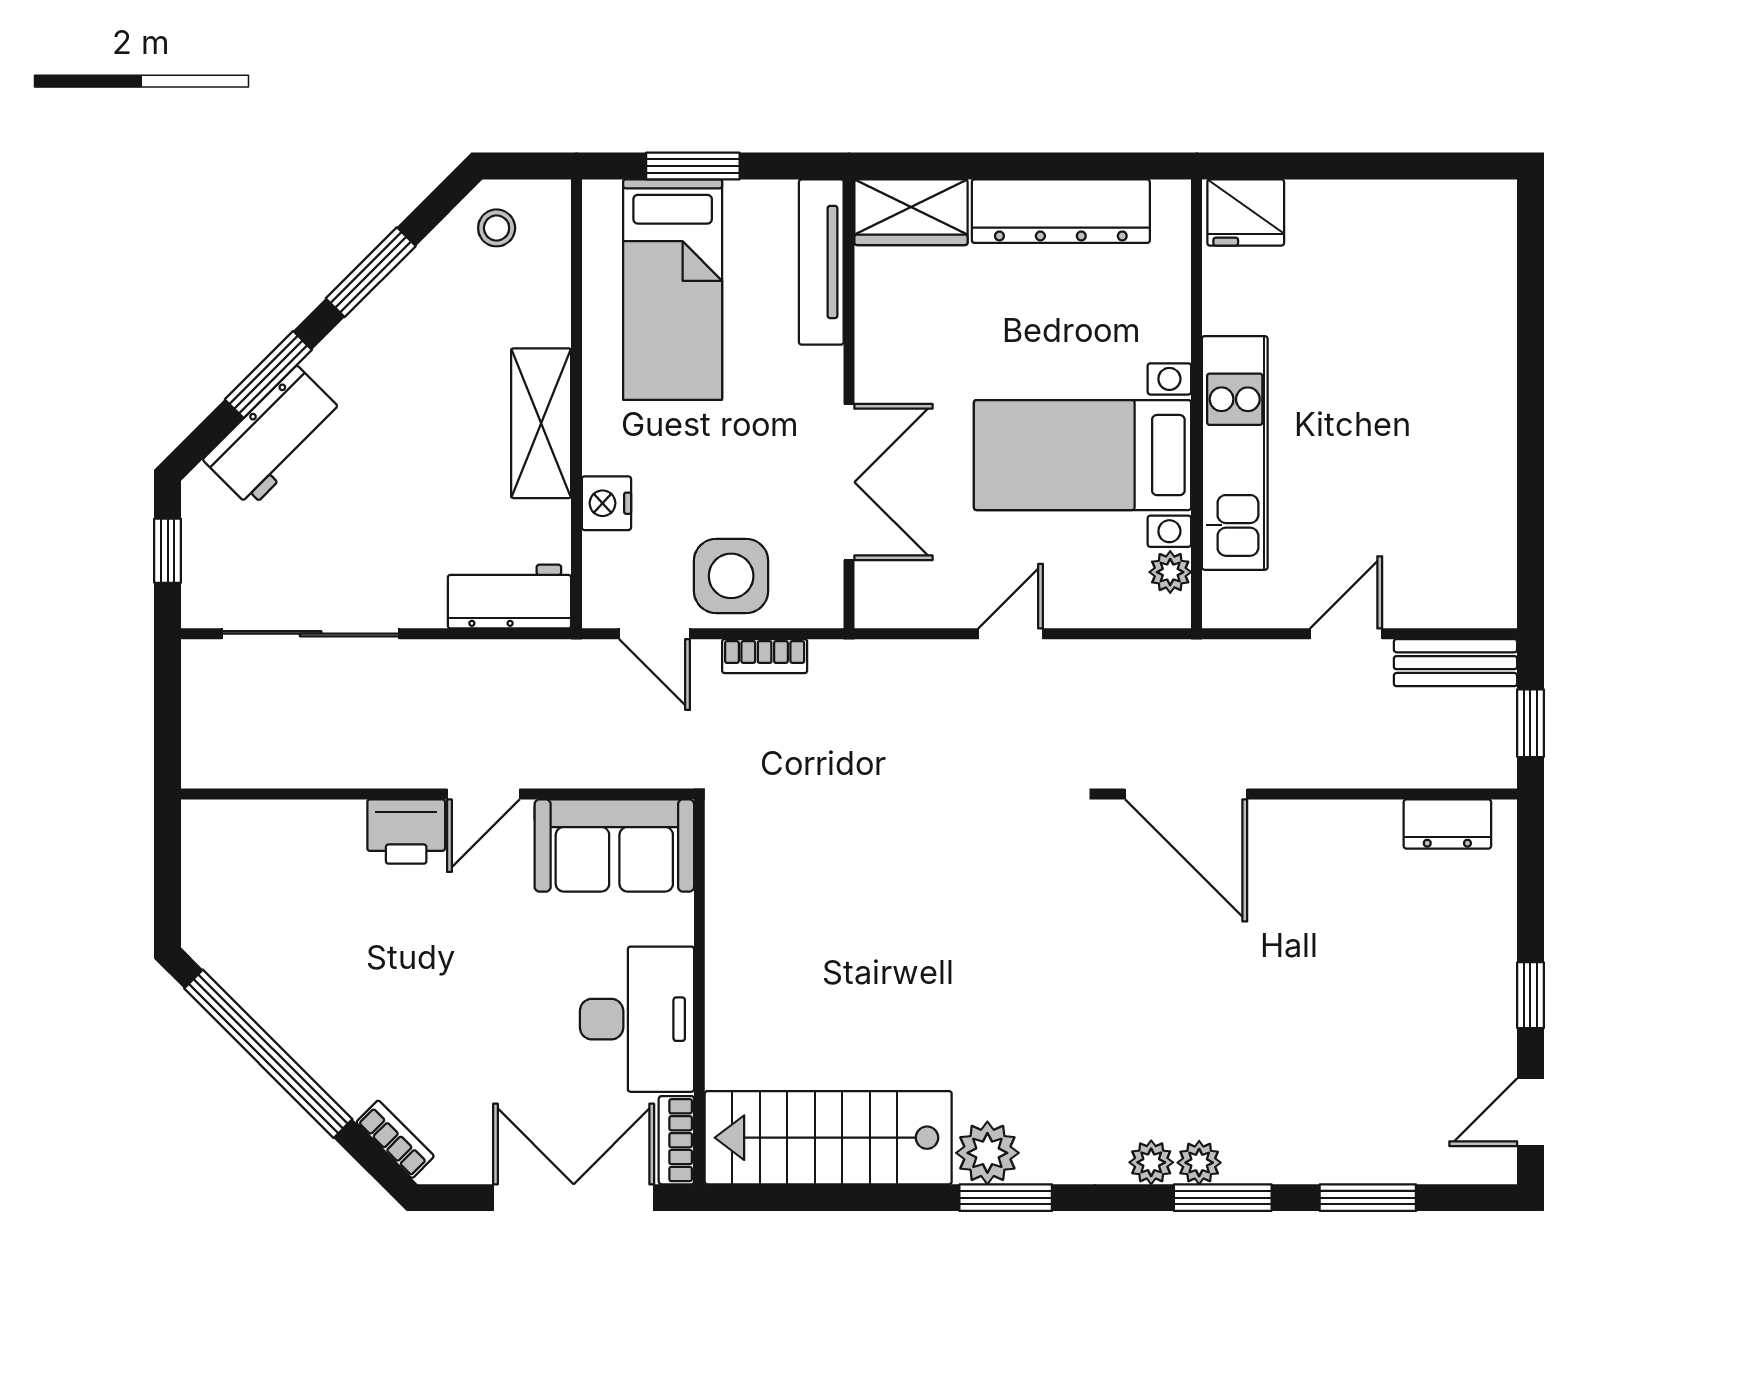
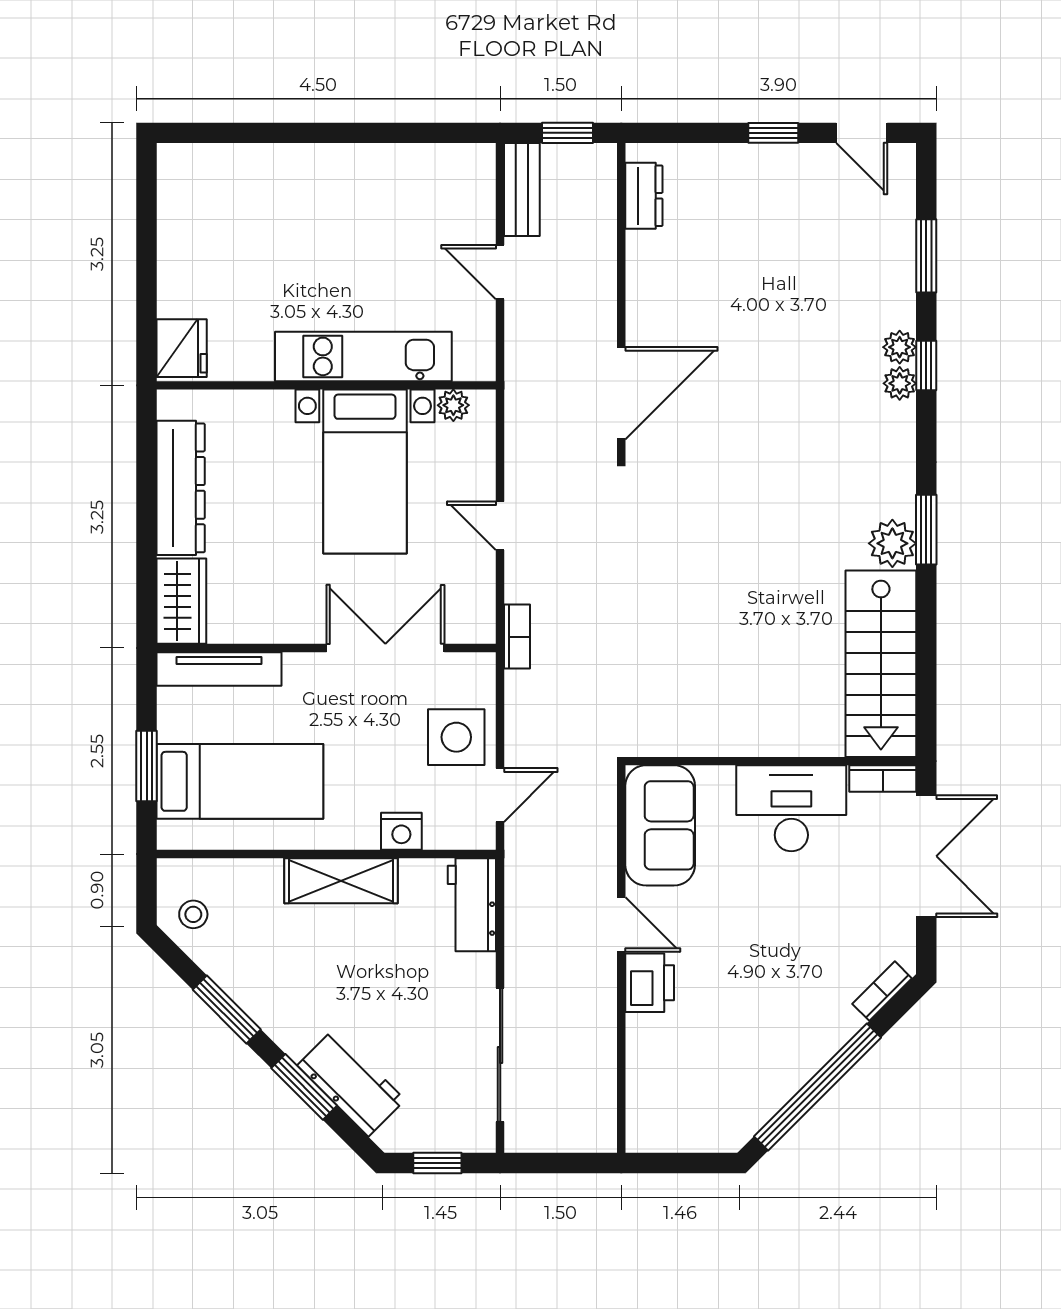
bookcase: (765, 656) -> (517, 637), moved
plant: (1151, 1162) -> (900, 347), moved
double door: (574, 1198) -> (926, 856), swing flipped
window: (1223, 1198) -> (926, 365), width x0.67

